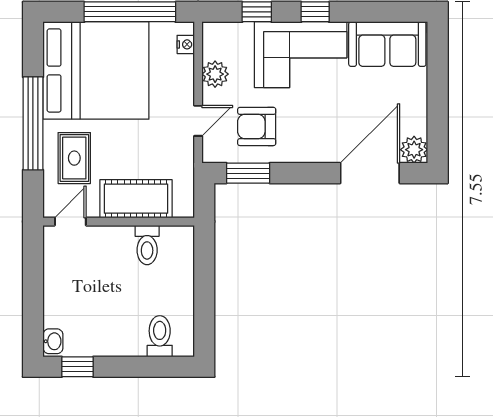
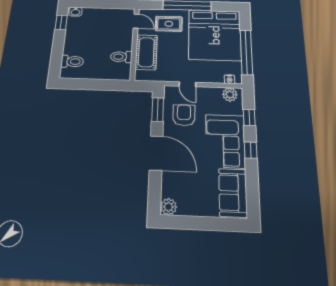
plant: (215, 74) -> (230, 95), moved
door: (370, 173) -> (156, 153), moved

